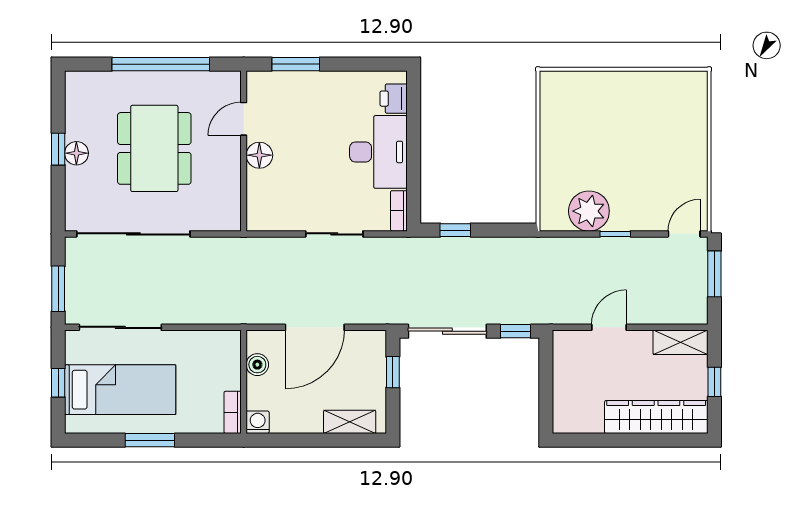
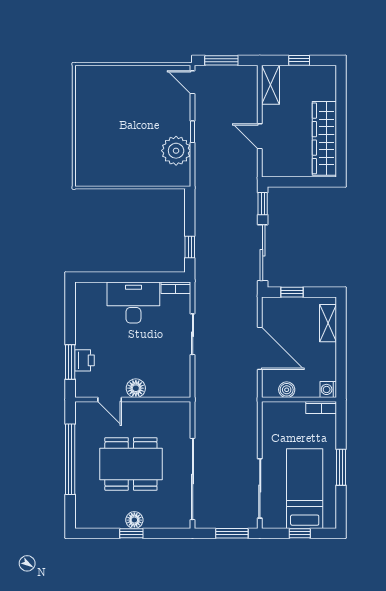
printer: (394, 99) -> (84, 360), moved, turned -90
wardrobe: (656, 417) -> (324, 138), moved

